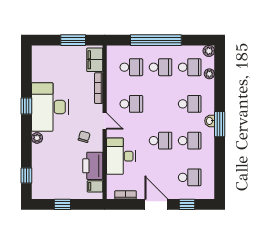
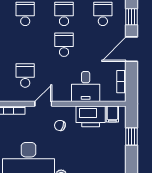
desk: (121, 156) -> (86, 87), width x0.73
window: (62, 204) -> (132, 137), moved

